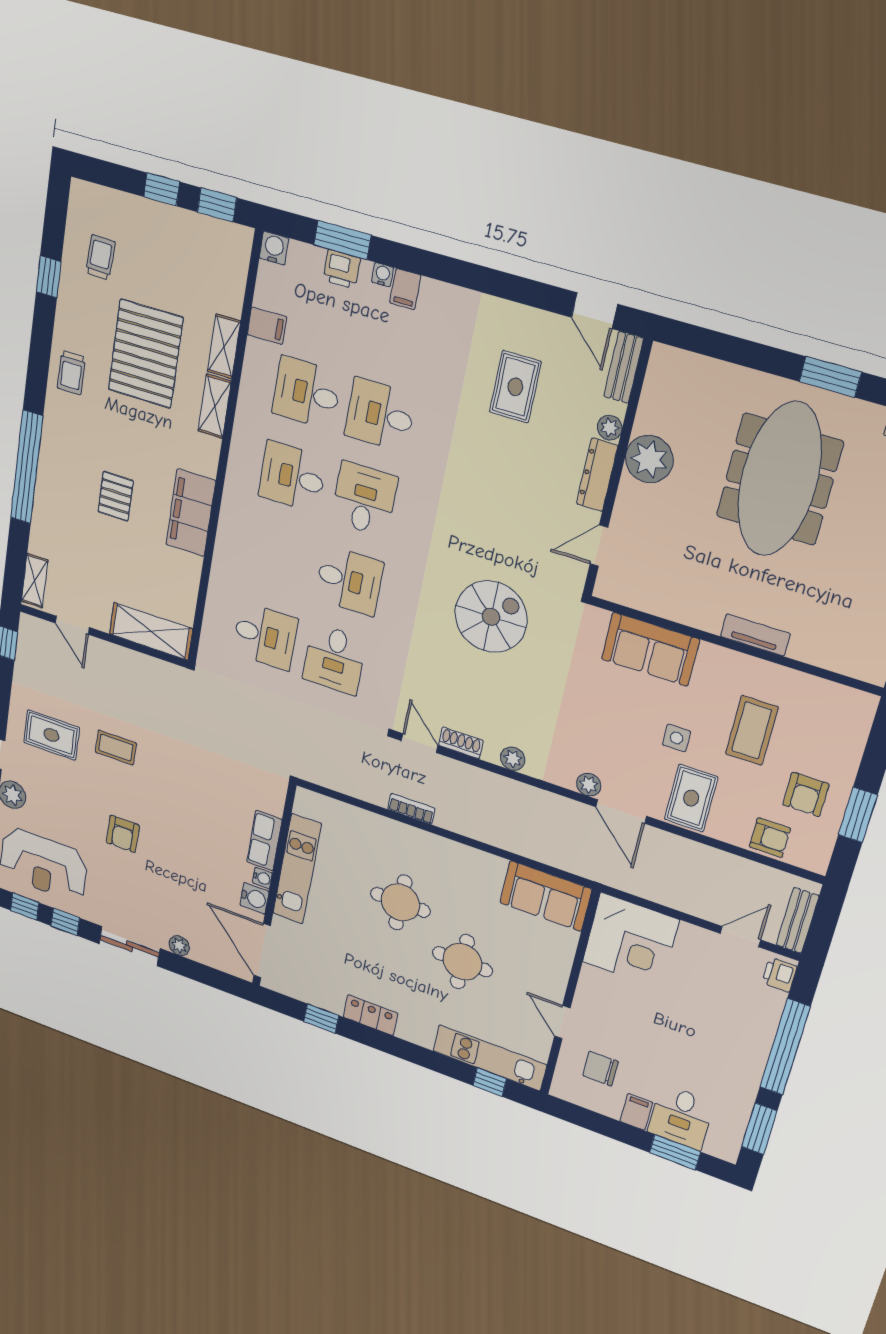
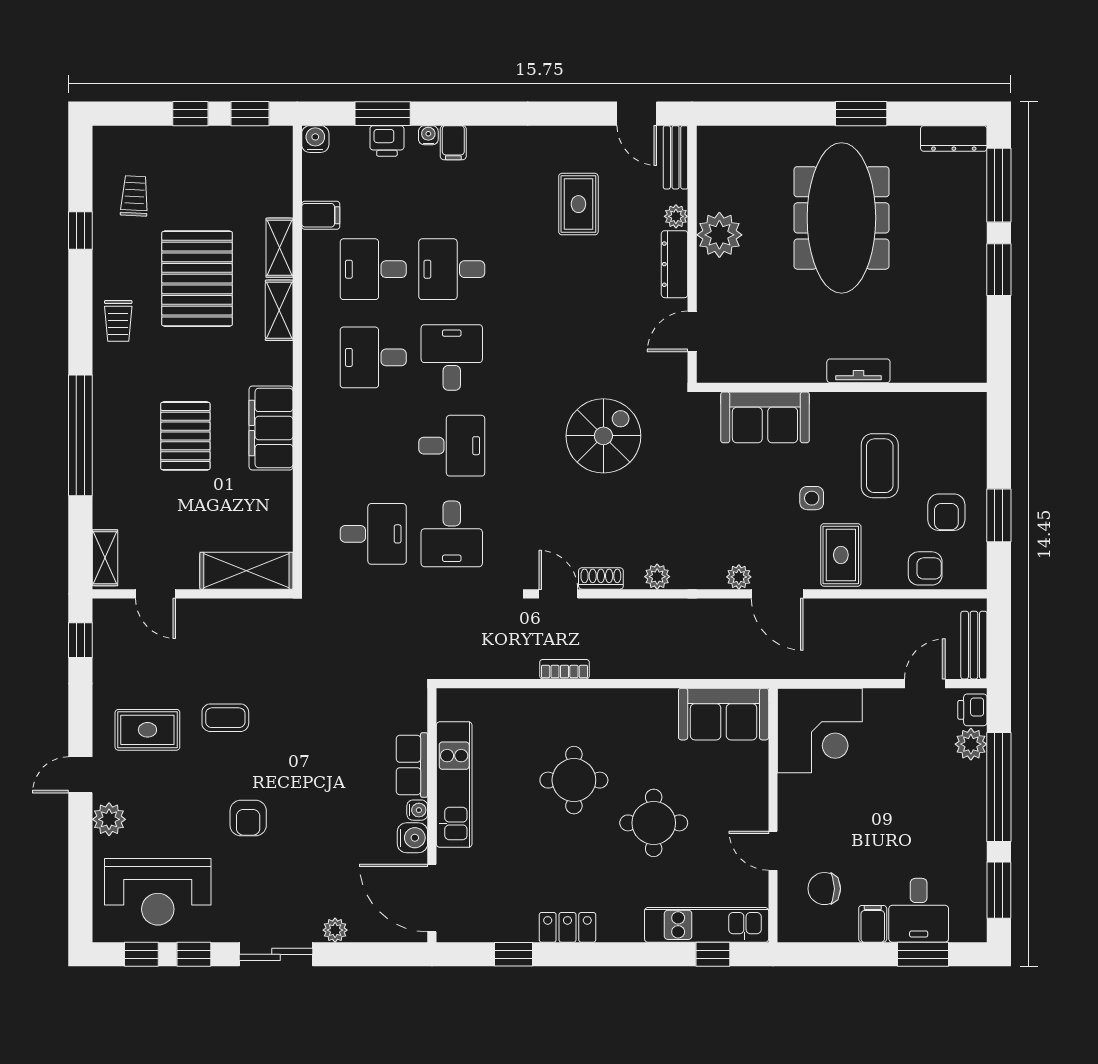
pallet: (116, 496) -> (185, 436), width x1.50, depth x1.42
plant: (769, 1003) -> (971, 744), added

